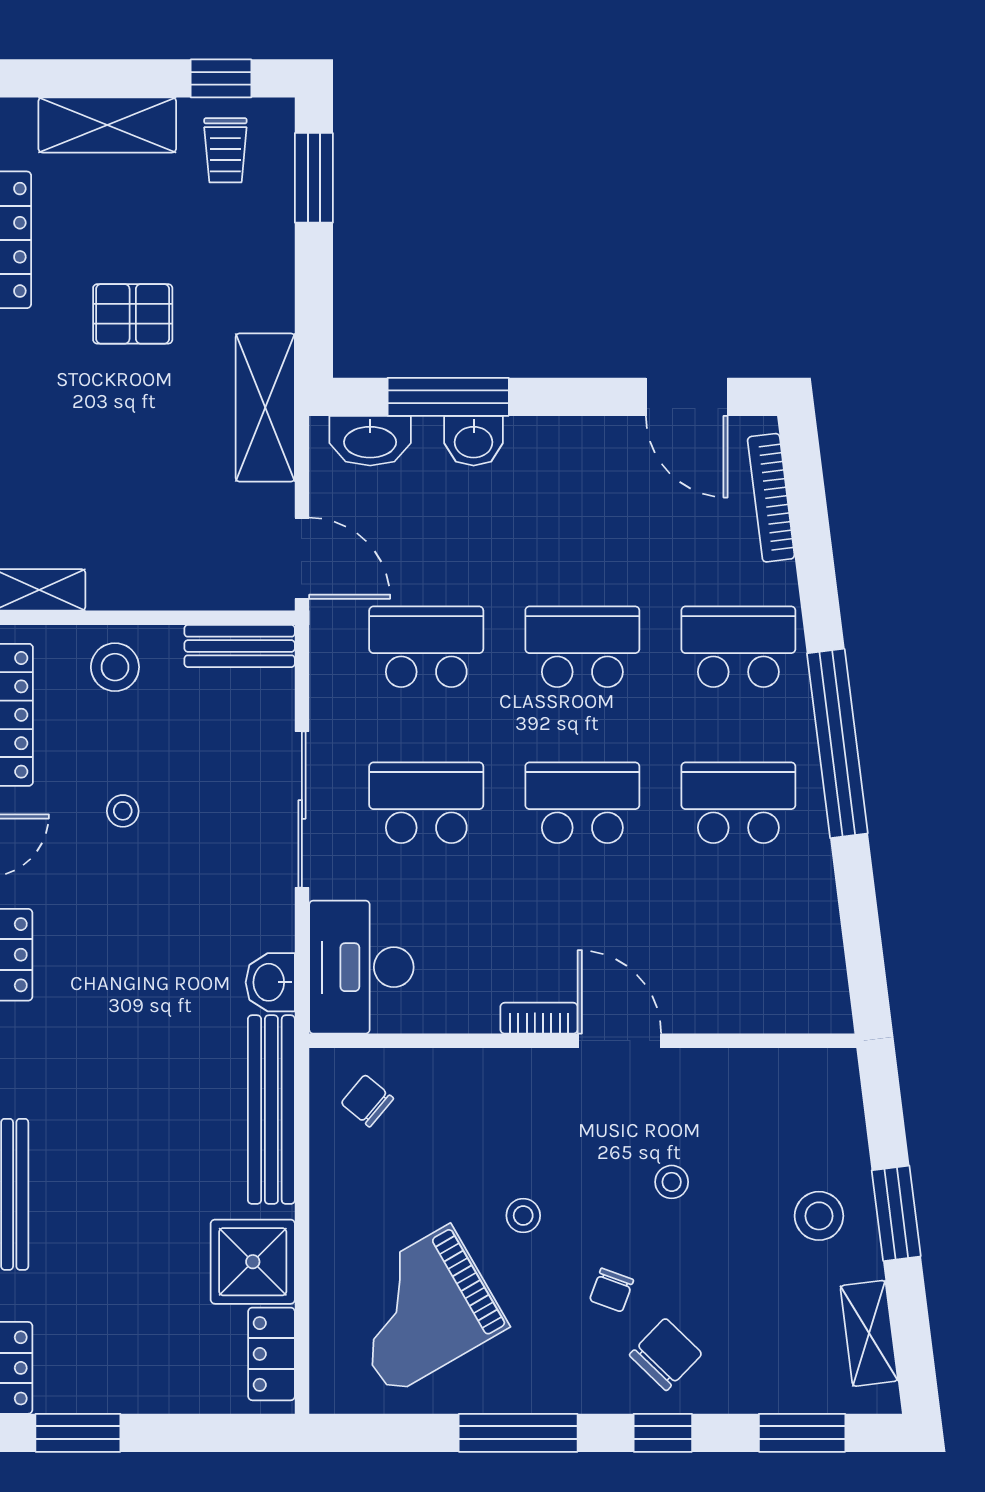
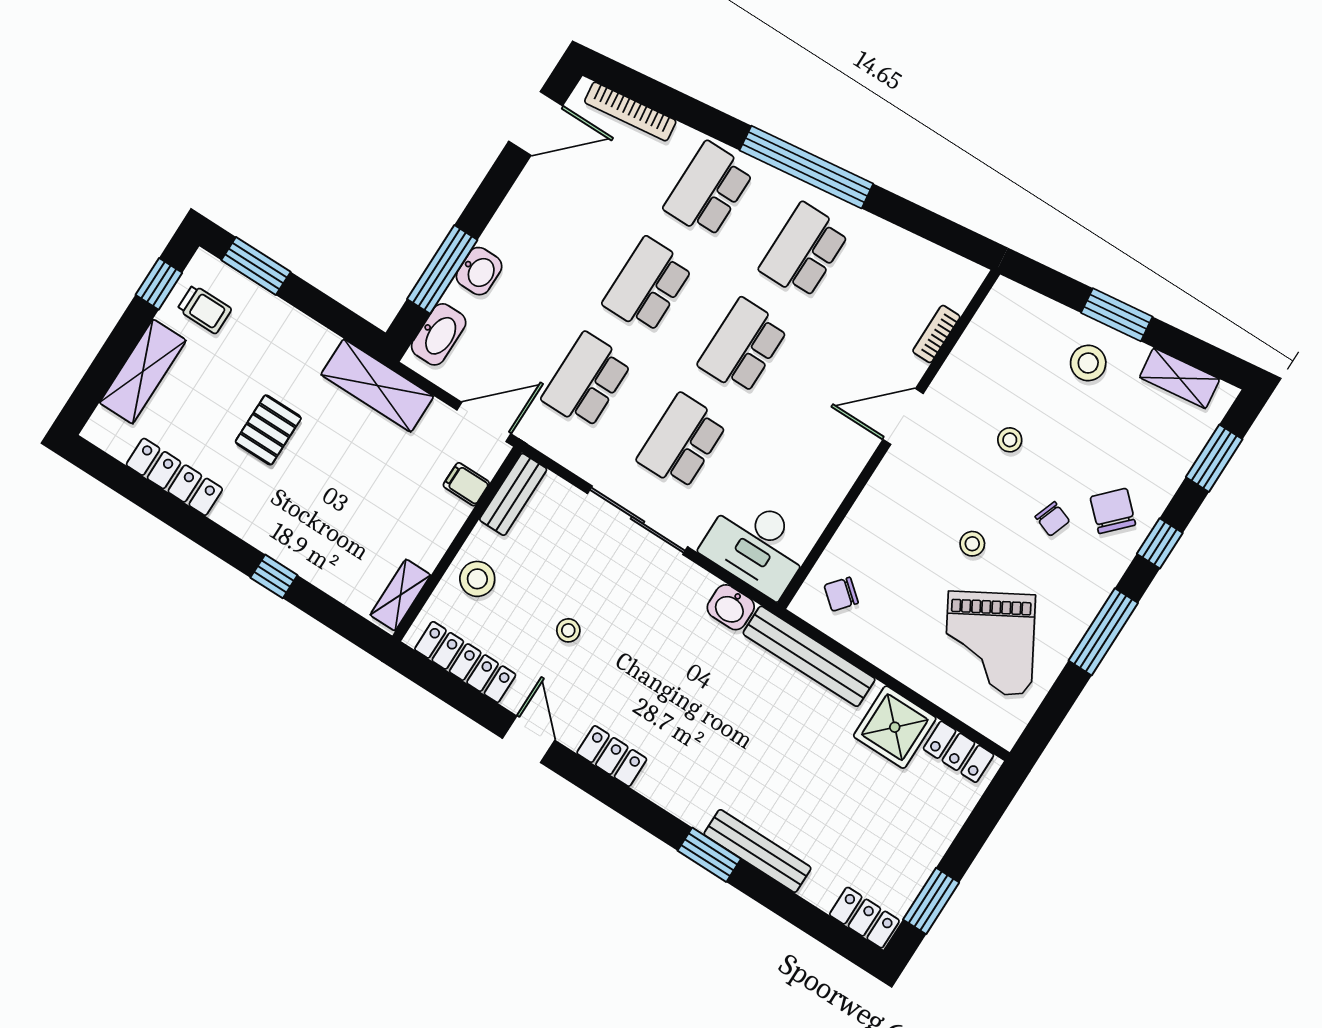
filing cabinet: (217, 584) -> (466, 484), added
bookcase: (539, 1018) -> (936, 334), moved

